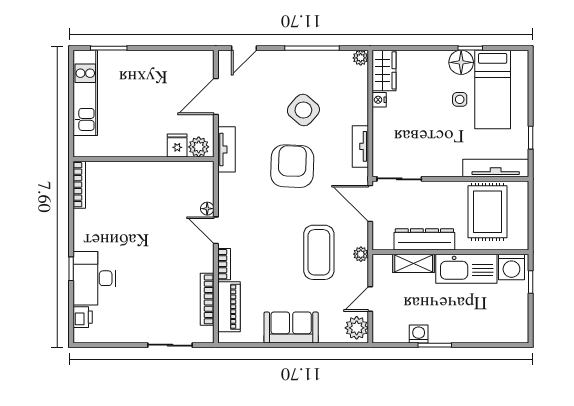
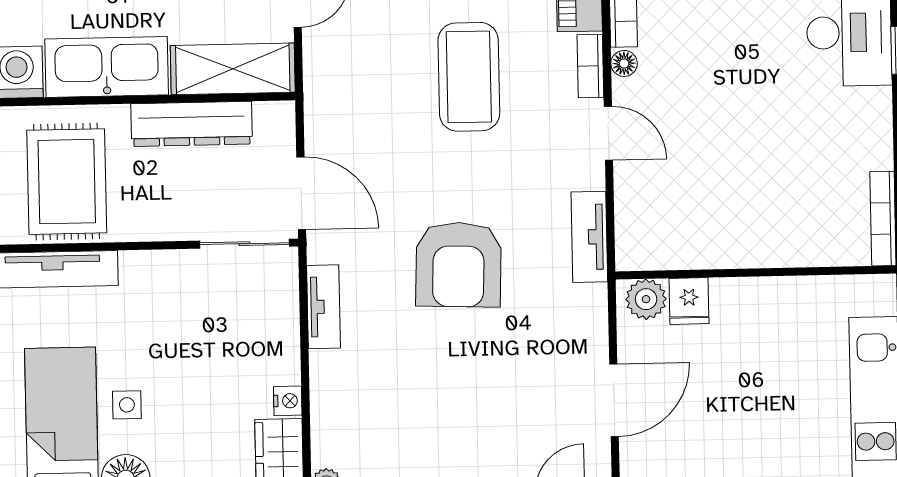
side table: (303, 110) -> (439, 377), removed
tv unit: (226, 149) -> (589, 237), moved
floor lamp: (207, 209) -> (624, 63), moved
coffee table: (319, 252) -> (469, 77), moved
plant: (361, 254) -> (318, 92), removed
shelving: (414, 263) -> (233, 69), width x1.50, depth x1.33

